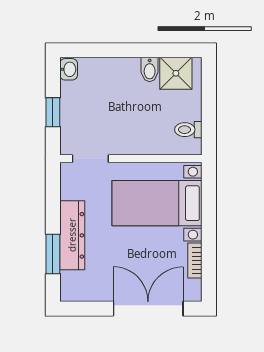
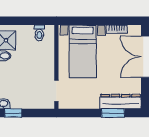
window: (53, 112) -> (13, 113), moved
dresser: (72, 235) -> (121, 102), moved

